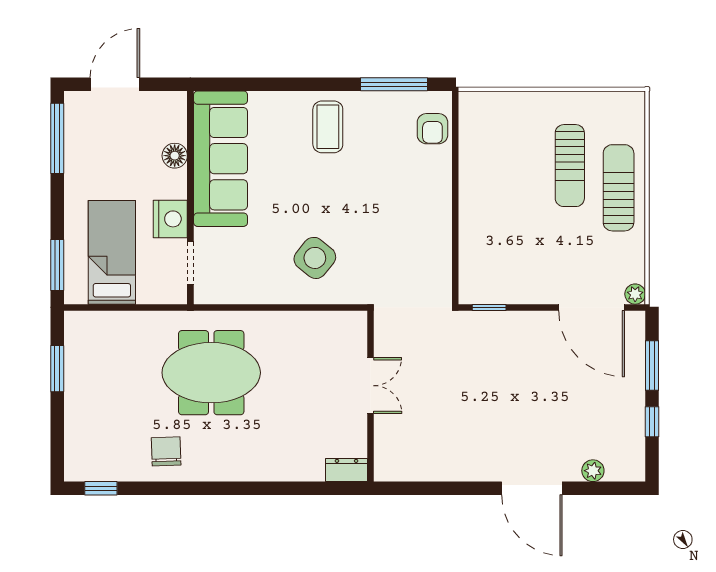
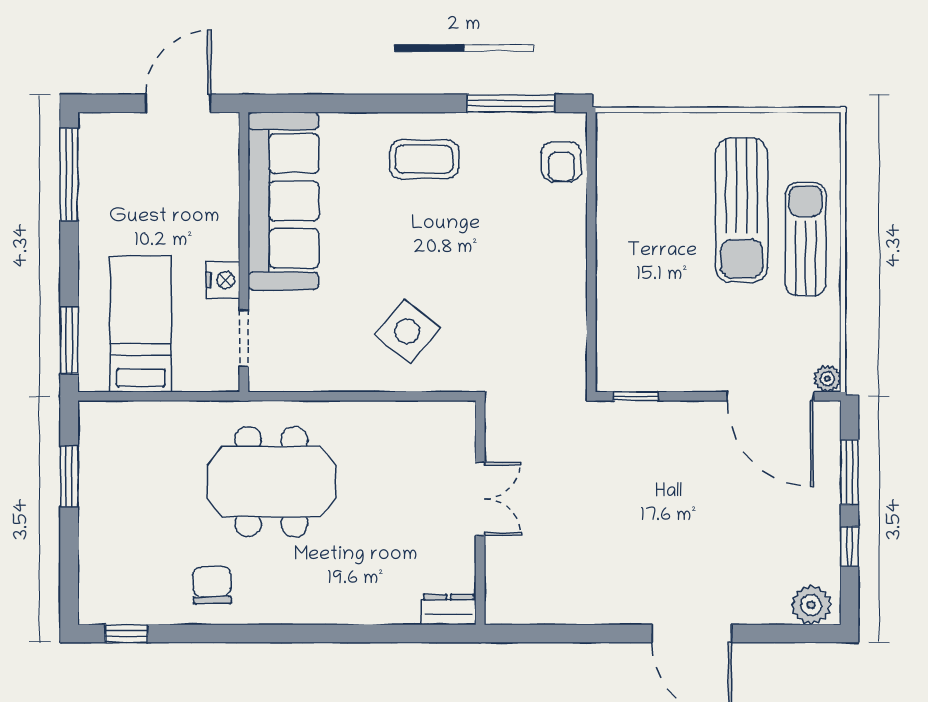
door: (115, 84) -> (178, 103), moved
coffee table: (328, 127) -> (424, 159), turned 90
floor lamp: (175, 156) -> (223, 197), removed
sun lounger: (570, 166) -> (742, 210), width x1.36, depth x1.34
nightstand: (170, 219) -> (223, 280), width x0.74, depth x0.75
plant: (593, 471) -> (811, 605), moved, width x1.38, depth x1.38

